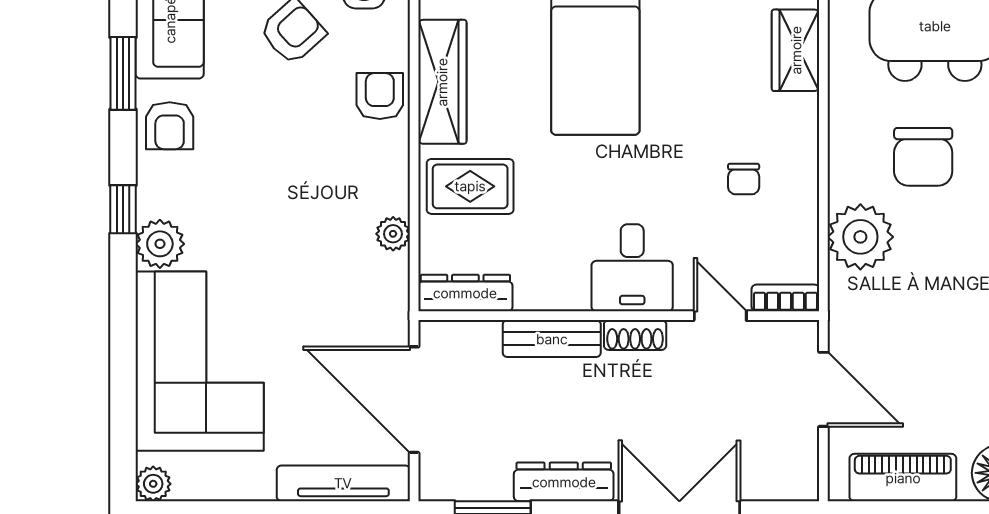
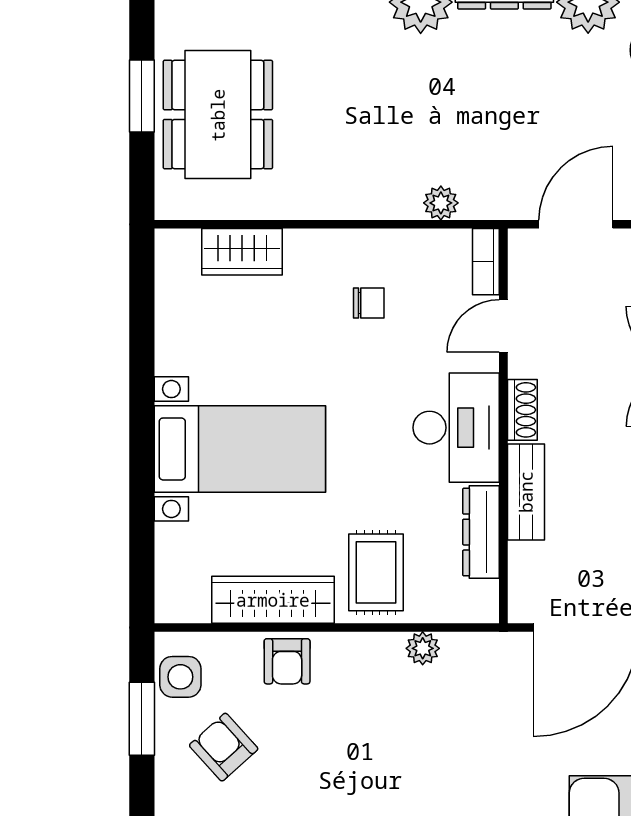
armchair: (380, 96) -> (287, 661), turned -90
chair: (923, 157) -> (347, 126), removed
plant: (860, 237) -> (441, 203), width x0.53, depth x0.53
desk: (632, 268) -> (456, 428), width x1.37
dresser: (465, 293) -> (481, 532), moved

